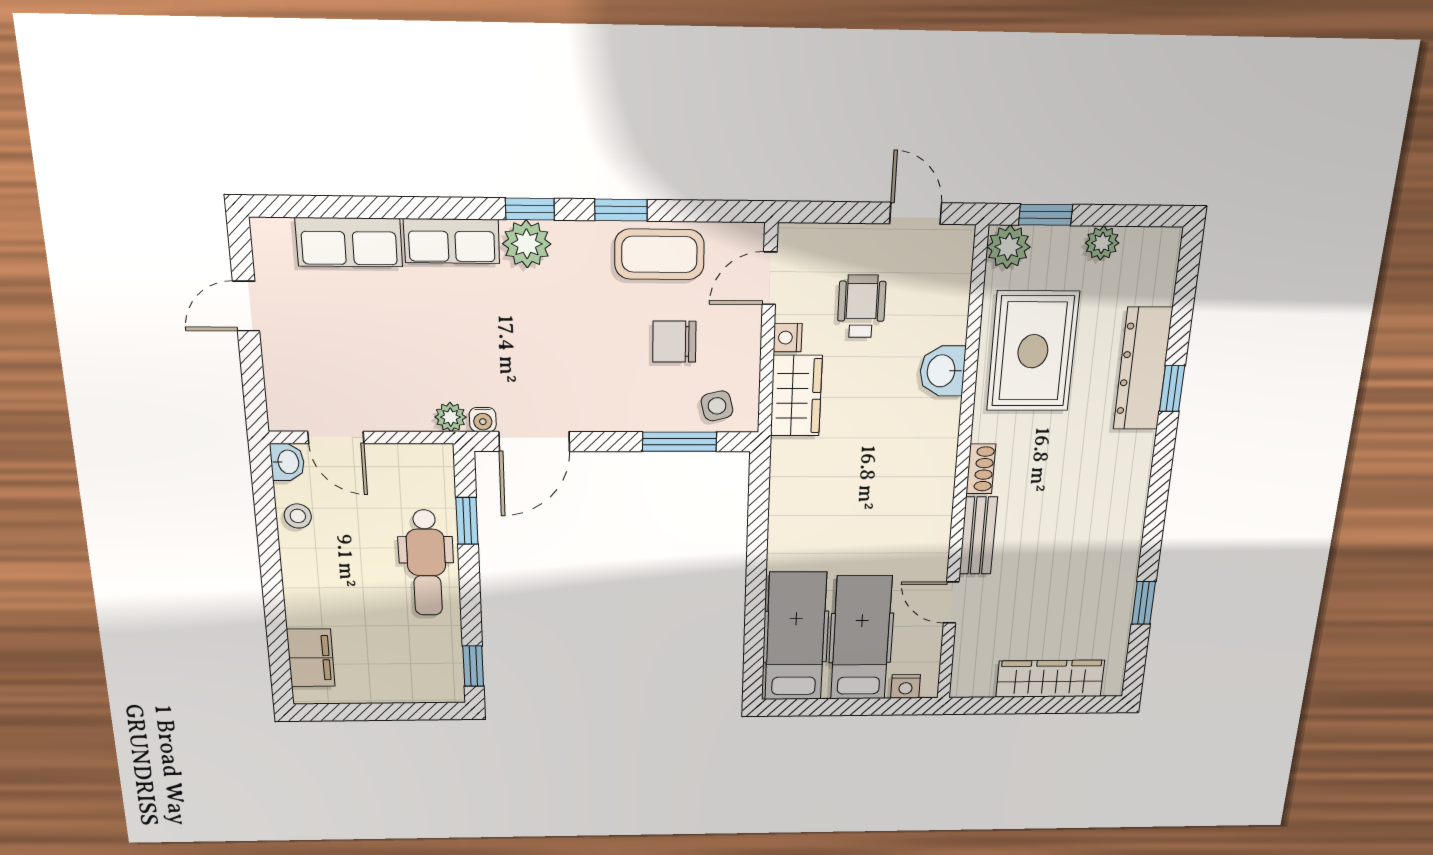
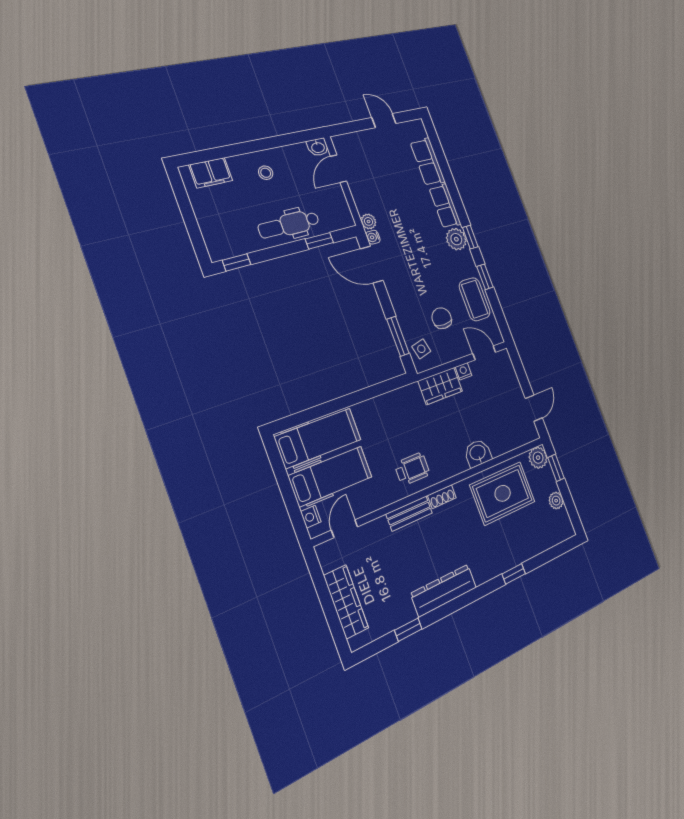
wheelchair: (862, 306) -> (412, 469), moved
dresser: (1143, 369) -> (444, 590), moved
stool: (298, 516) -> (266, 173), moved
door: (951, 602) -> (344, 529), moved

